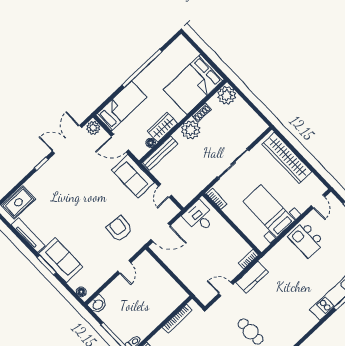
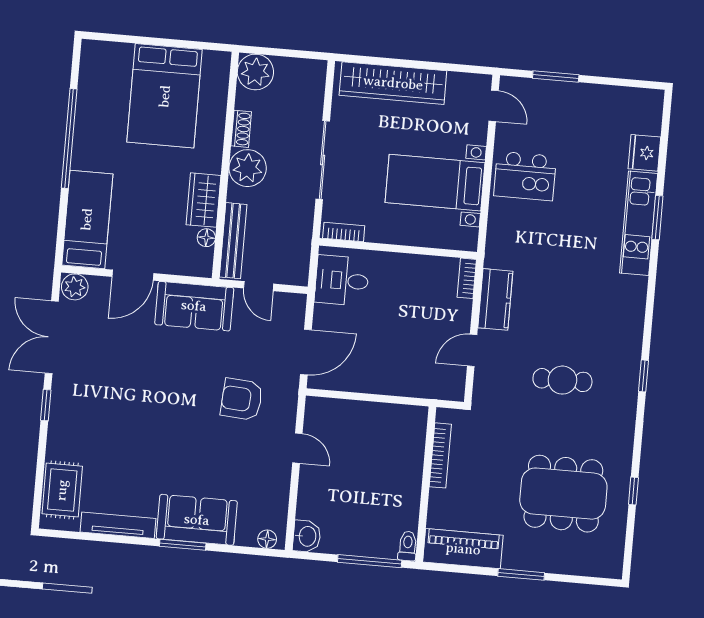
plant: (227, 95) -> (255, 72), moved
shoe rack: (202, 112) -> (241, 129), moved
wall: (183, 121) -> (225, 165), moved
wardrobe: (162, 127) -> (203, 200), moved
plant: (191, 130) -> (248, 168), moved
floor lamp: (151, 143) -> (206, 238), moved
bench: (160, 153) -> (233, 241), moved

